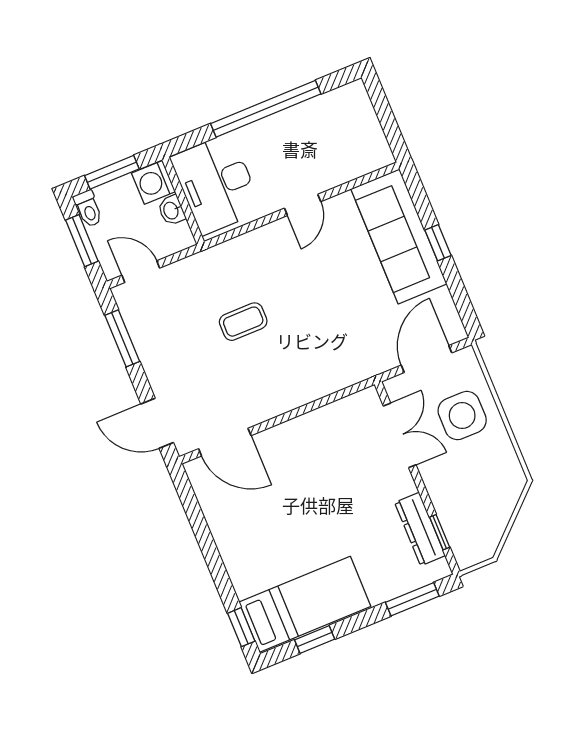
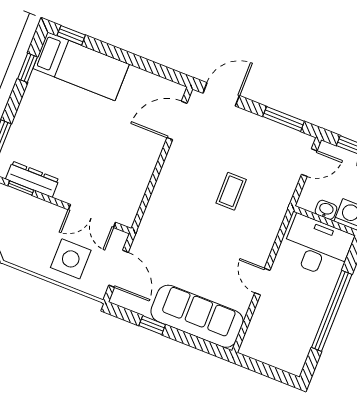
window: (438, 243) -> (152, 325), moved
bed: (305, 604) -> (81, 66), moved, turned -90

